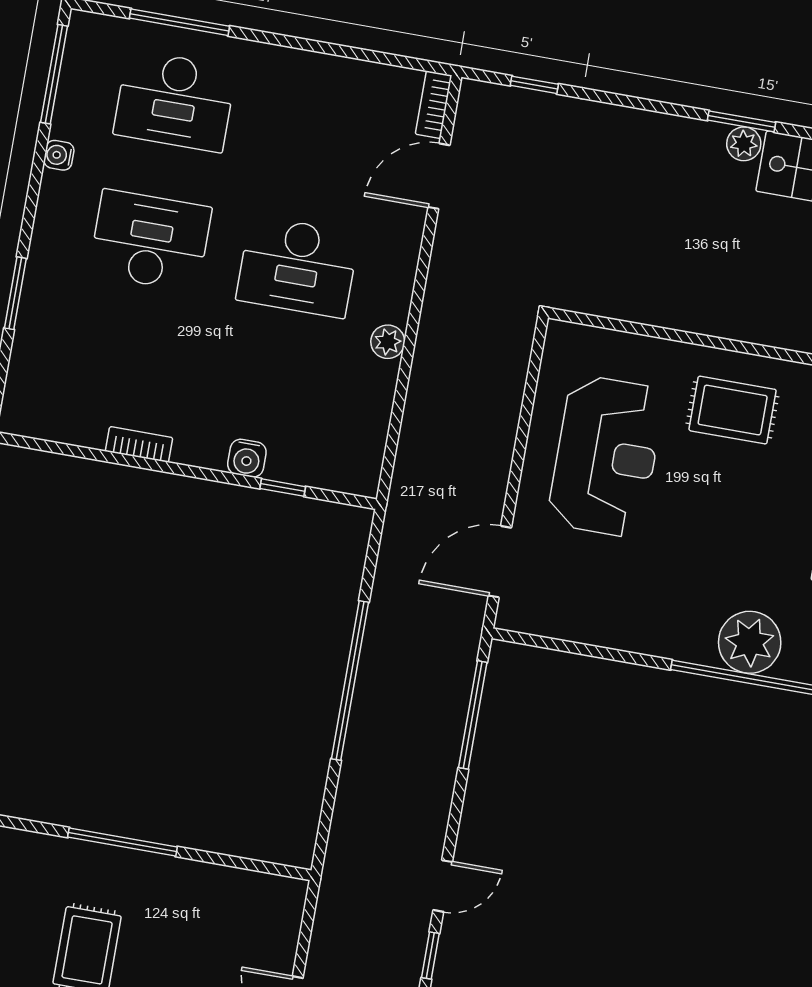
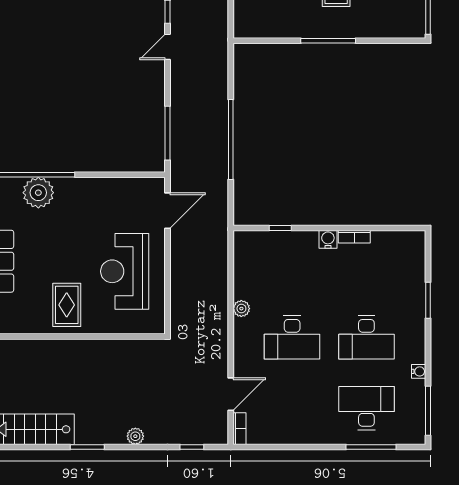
plant: (744, 144) -> (135, 436), moved
desk: (297, 267) -> (292, 338), turned 180
rug: (733, 410) -> (67, 305), turned 90
water cooler: (247, 458) -> (328, 239), moved

